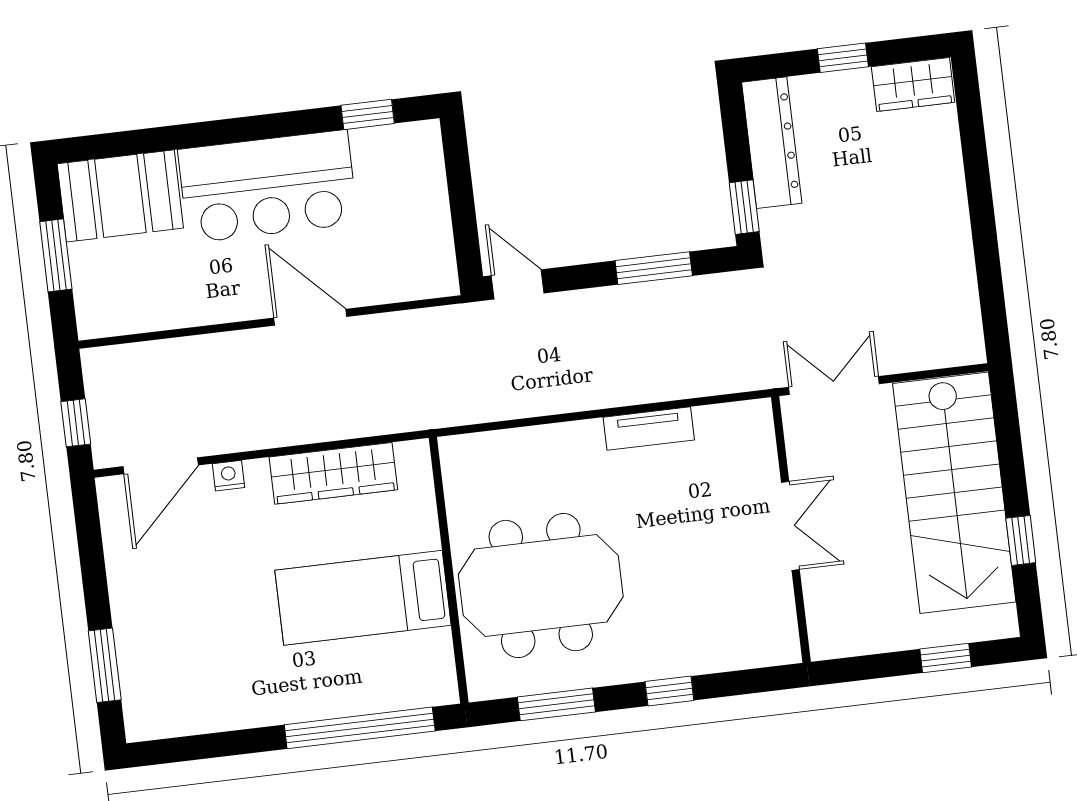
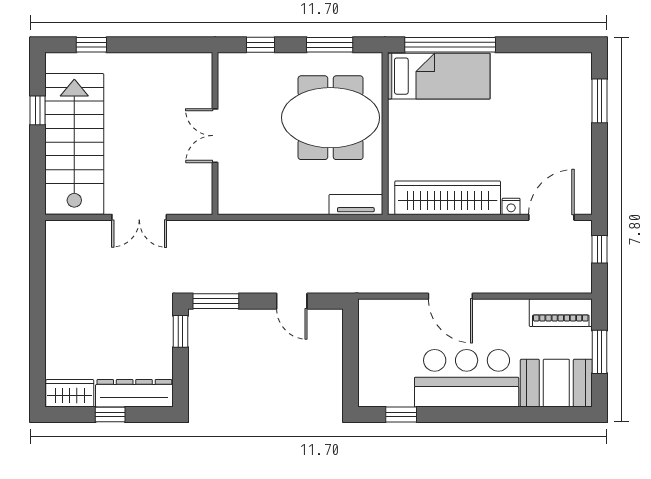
dresser: (772, 143) -> (134, 393), moved, turned 90
window: (654, 268) -> (216, 301), moved
door: (518, 284) -> (292, 301), moved
piano: (127, 312) -> (561, 313), added
tv unit: (649, 429) -> (356, 205), moved
wardrobe: (333, 473) -> (448, 198), width x1.40, depth x1.17
double door: (790, 526) -> (215, 136), moved
wall: (791, 529) -> (215, 134), moved
bed: (363, 598) -> (439, 76), moved

